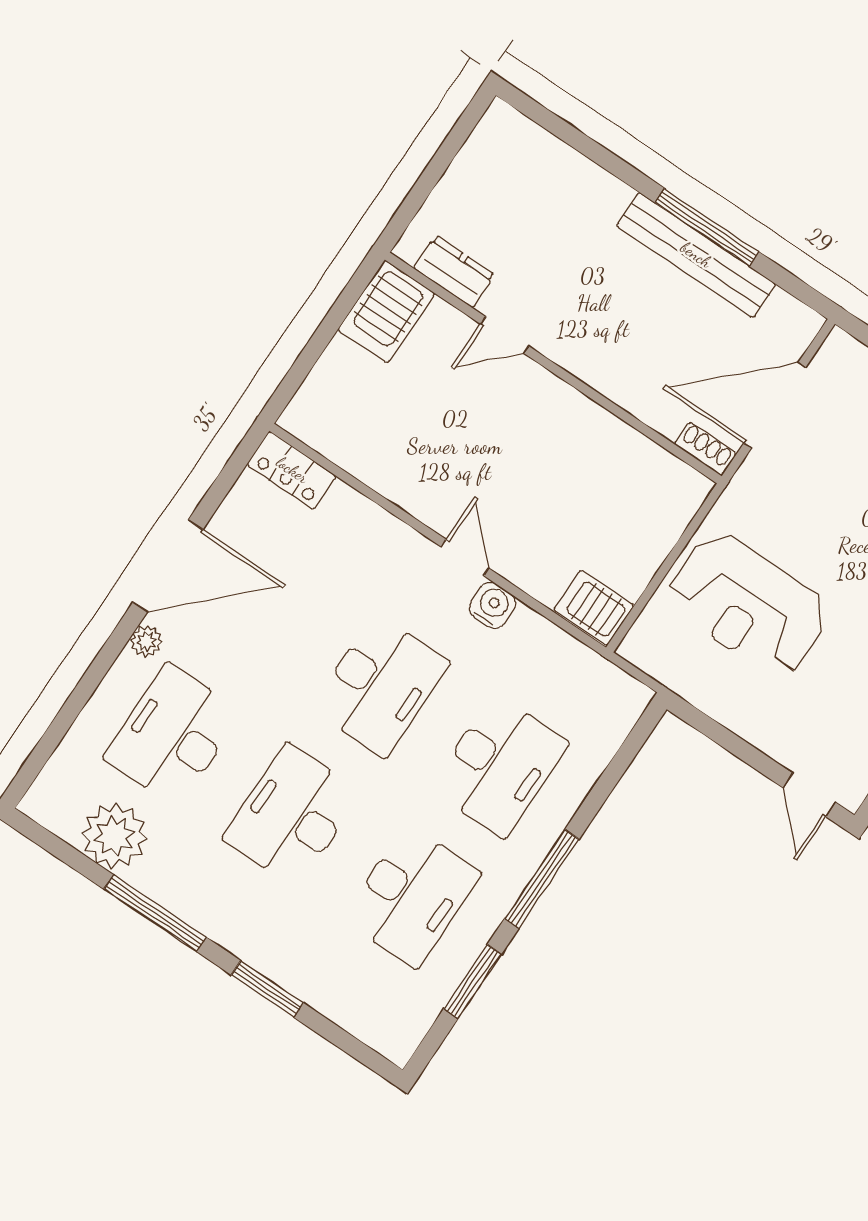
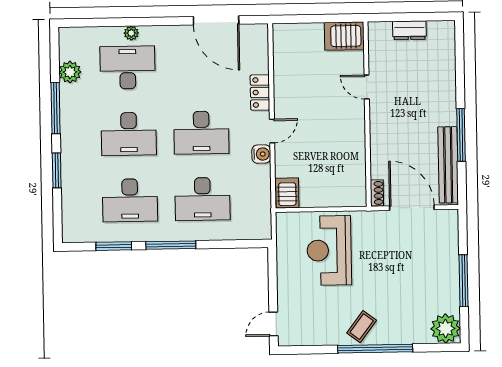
bench: (696, 255) -> (448, 165), moved
dresser: (454, 271) -> (409, 30), moved, turned 90
locker: (292, 470) -> (260, 92), moved
door: (168, 566) -> (216, 20), moved
plant: (146, 641) -> (131, 33), moved
desk: (292, 816) -> (129, 134), turned 180
plant: (114, 836) -> (70, 72), width x0.73, depth x0.73

